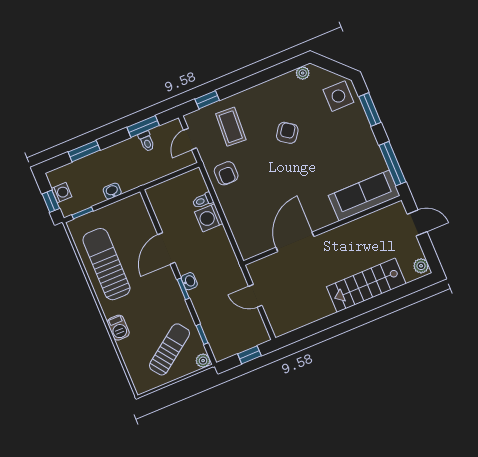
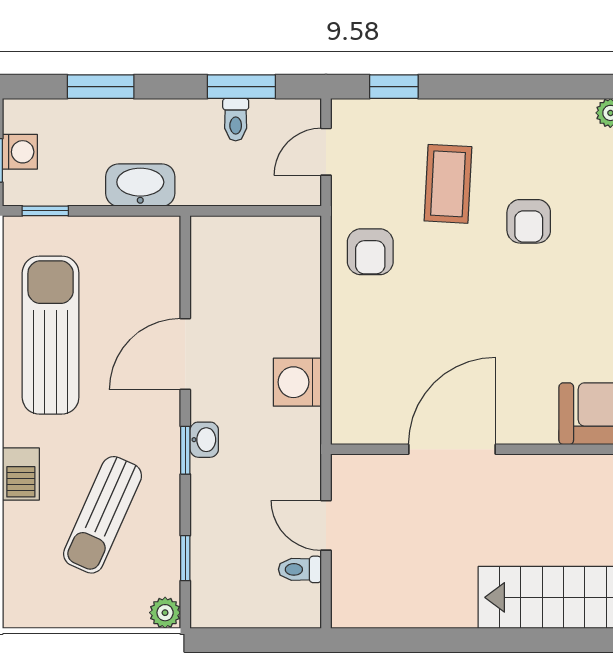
coffee table: (231, 127) -> (448, 184), moved
armchair: (287, 133) -> (529, 221), turned 145
washbasin: (112, 191) -> (140, 185), width x1.91, depth x1.45
toilet: (203, 200) -> (300, 569), moved
washing machine: (209, 218) -> (297, 382), moved
sun lounger: (169, 349) -> (103, 515), moved, turned 150
window: (249, 355) -> (264, 640), removed

